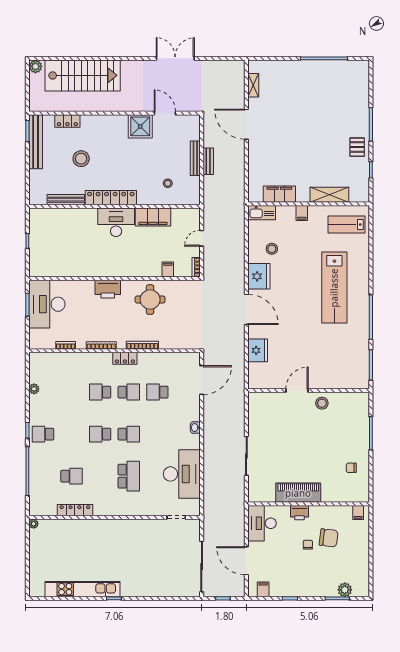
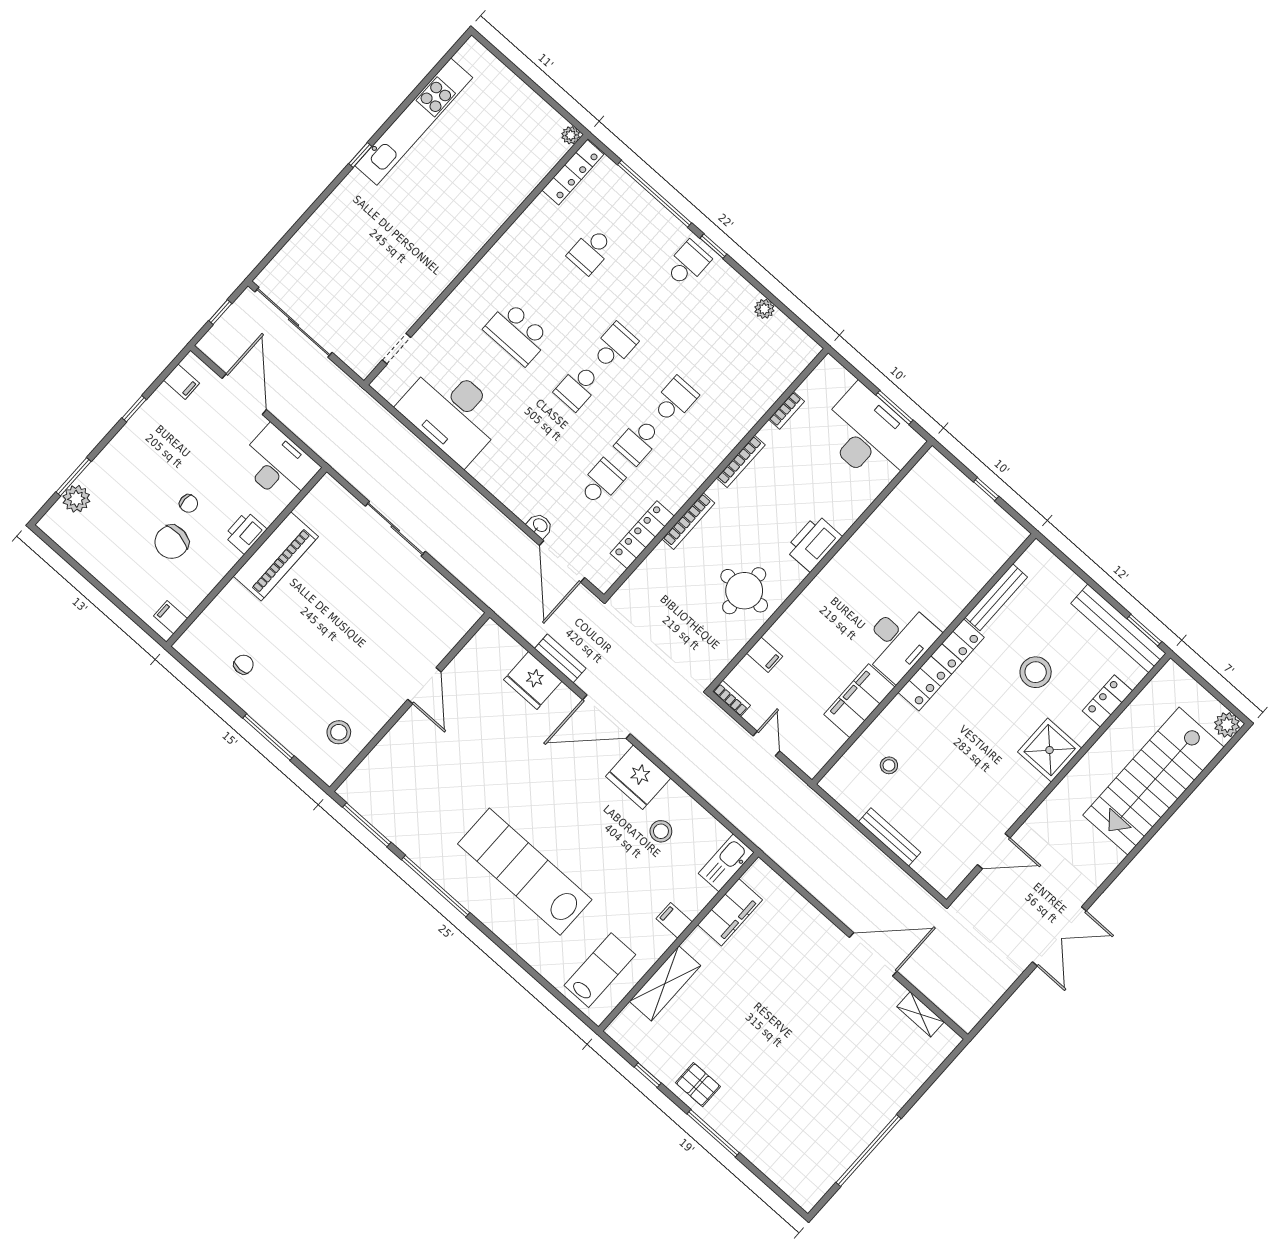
shower: (140, 126) -> (1050, 750), moved
bench: (208, 161) -> (560, 659), moved
locker: (125, 358) -> (642, 535), moved, width x1.53
stool: (322, 403) -> (339, 732), moved
washbasin: (195, 428) -> (540, 526), moved
locker: (75, 510) -> (573, 172), moved
door: (246, 561) -> (244, 394), hinge flipped

